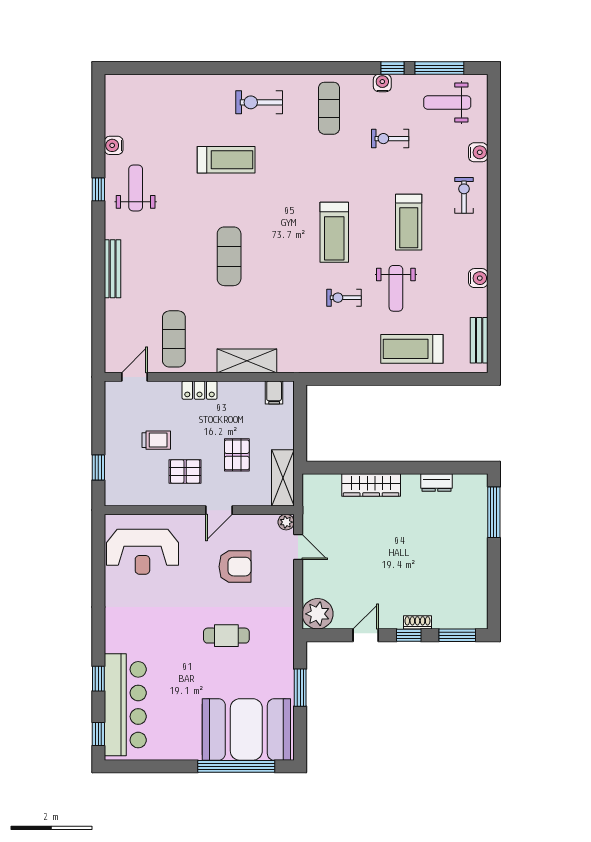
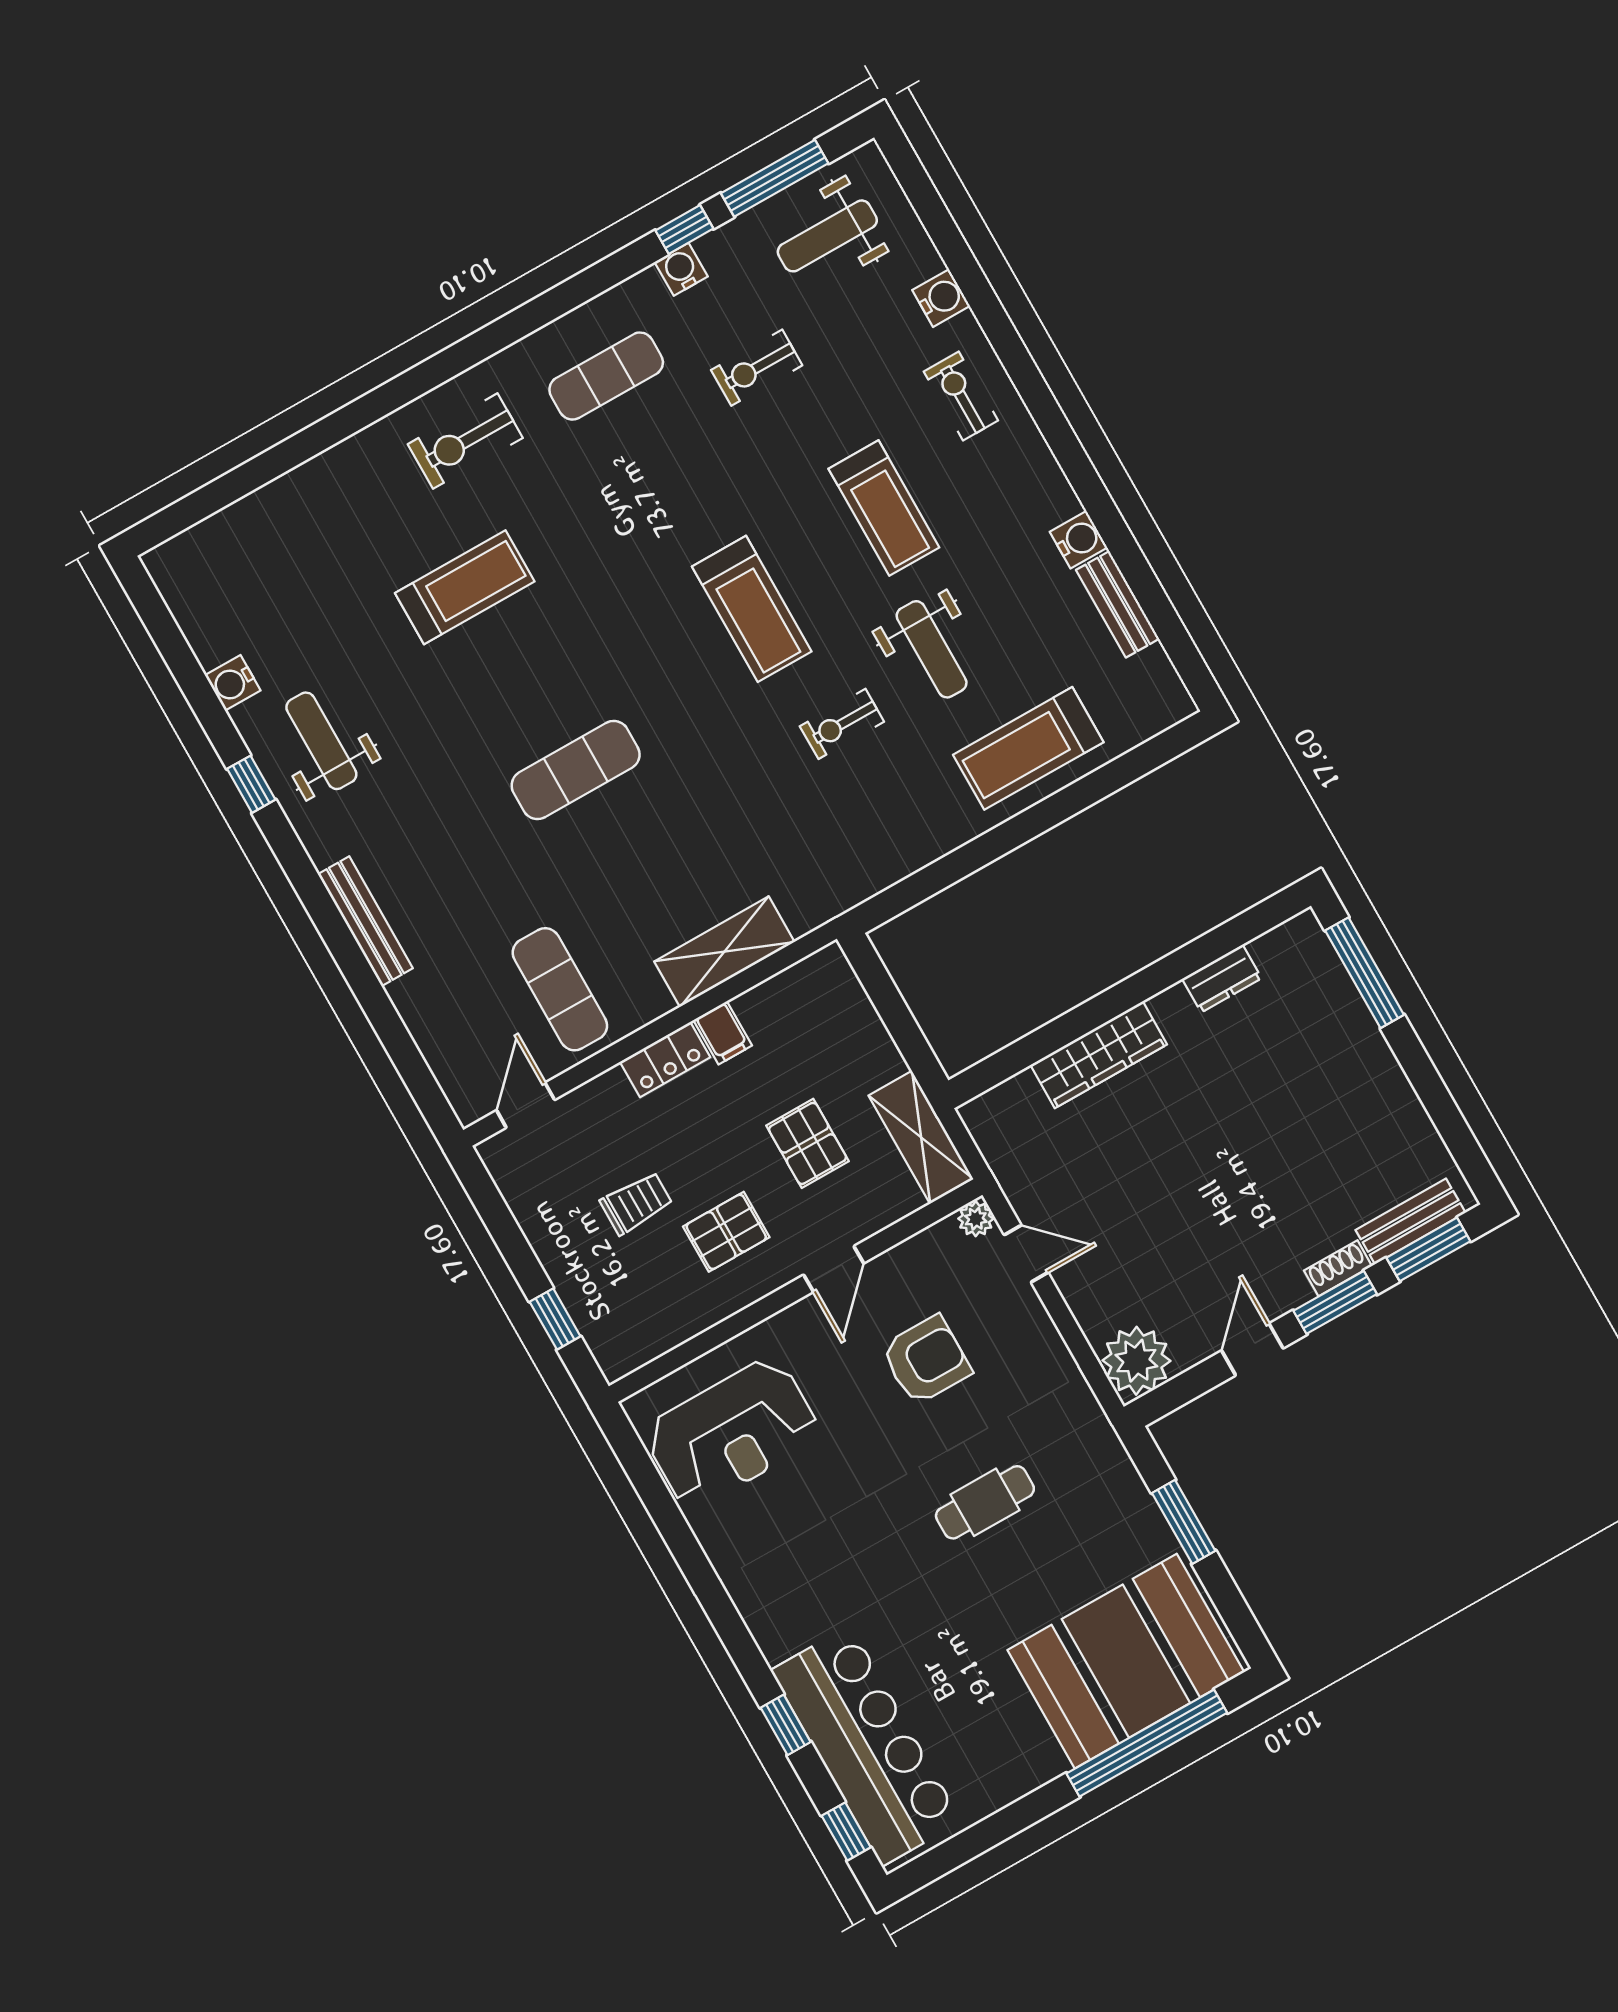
exercise mat: (329, 108) -> (606, 376), turned 90
exercise mat: (229, 256) -> (576, 770), turned 90
bench: (479, 340) -> (1118, 604), moved
filing cabinet: (274, 392) -> (723, 1033), moved
bench: (456, 620) -> (1411, 1221), added
window: (409, 635) -> (1335, 1302), width x1.50

